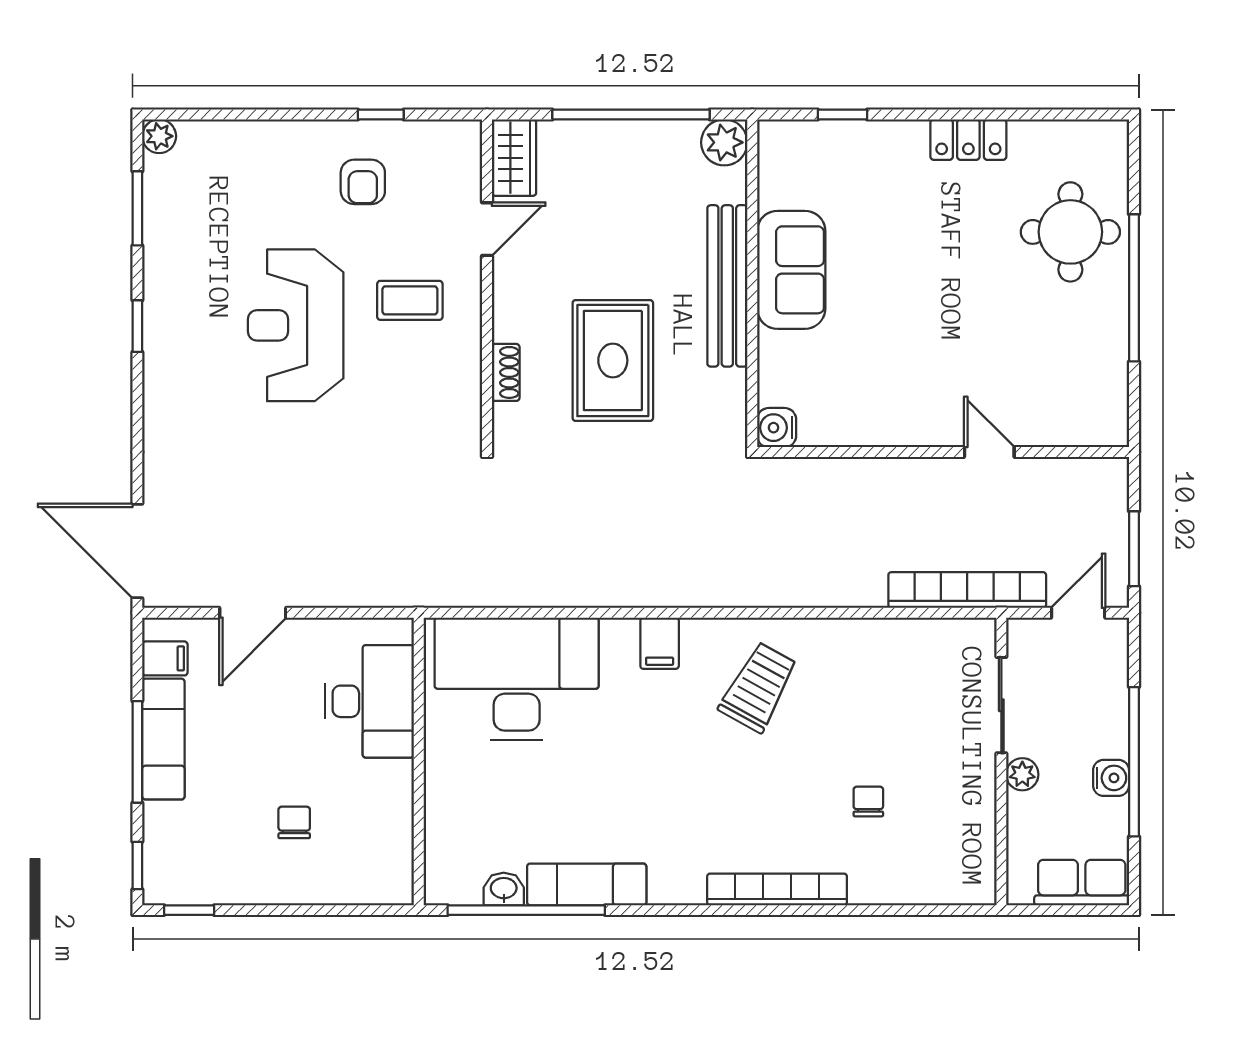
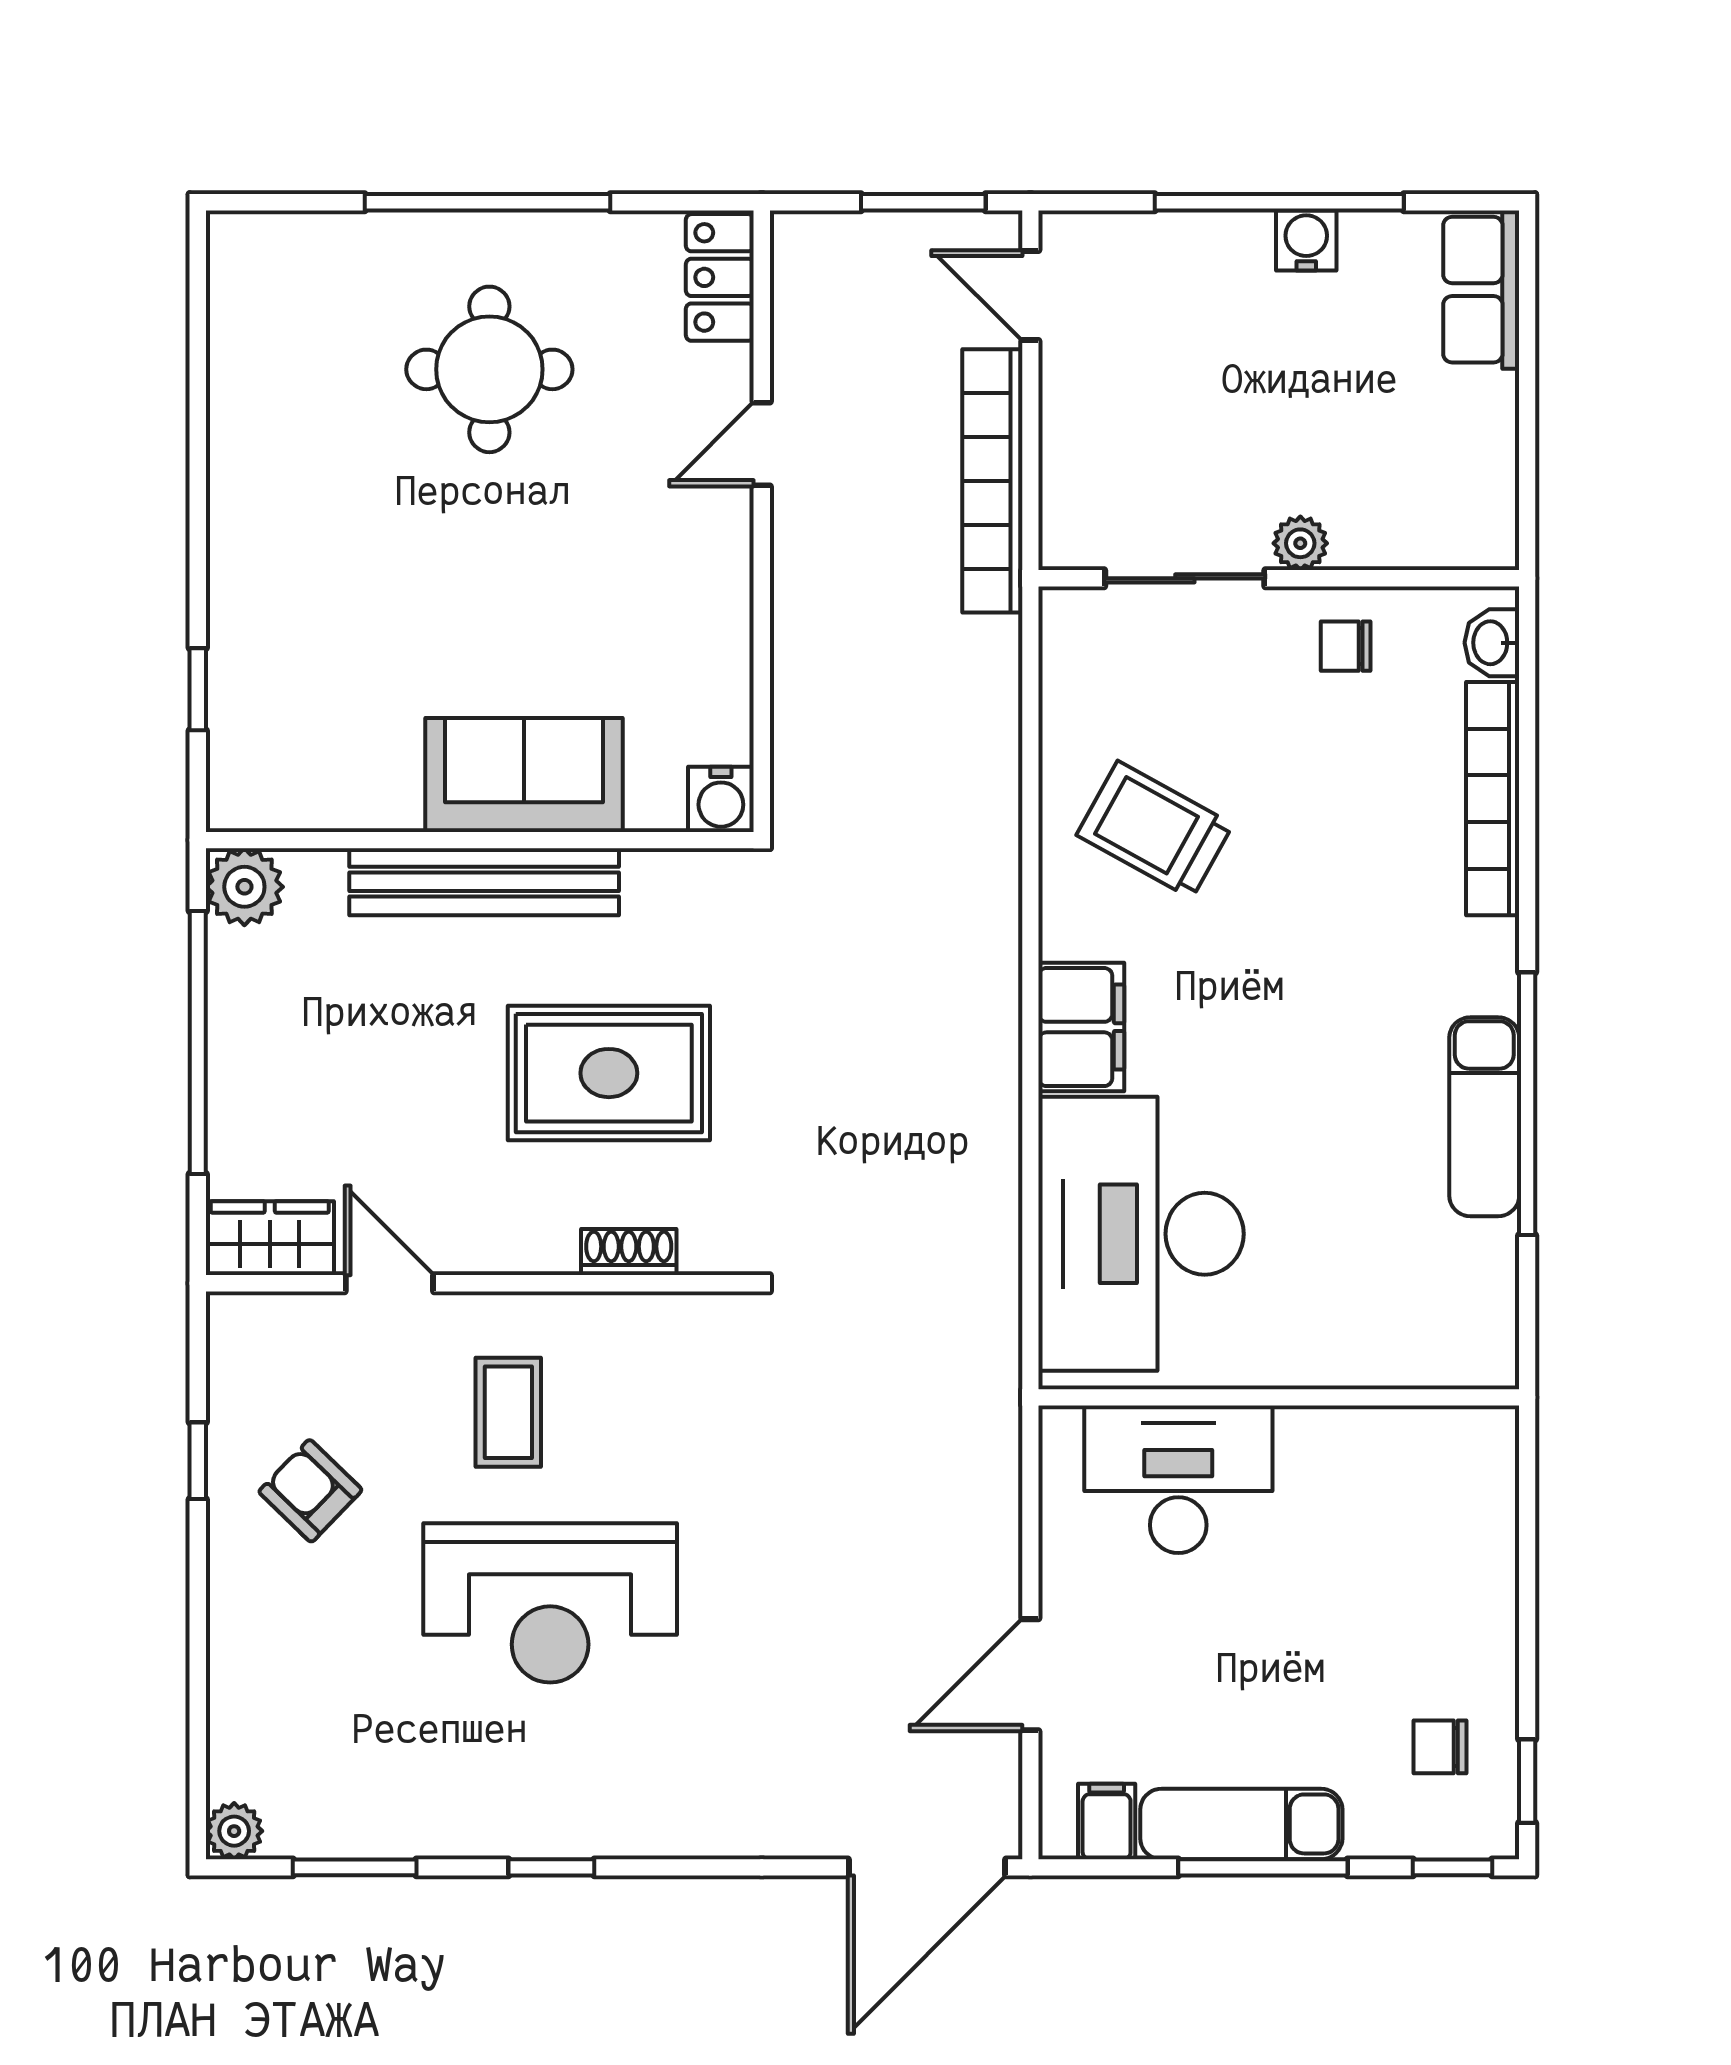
locker: (968, 140) -> (720, 277), moved, turned 180
armchair: (363, 182) -> (310, 1491), turned -136
round table: (1070, 232) -> (489, 369), moved
sofa: (791, 270) -> (524, 775), moved
door: (253, 613) -> (1030, 1675), swing flipped
filing cabinet: (660, 643) -> (1081, 1027), width x2.00
sliding door: (1001, 705) -> (1185, 578), moved
wall: (1001, 761) -> (1279, 578), moved
plant: (1022, 774) -> (1300, 543), moved
chair: (294, 822) -> (1440, 1747), moved
washbasin: (504, 889) -> (1492, 643), moved
window: (526, 910) -> (1527, 1104), moved

